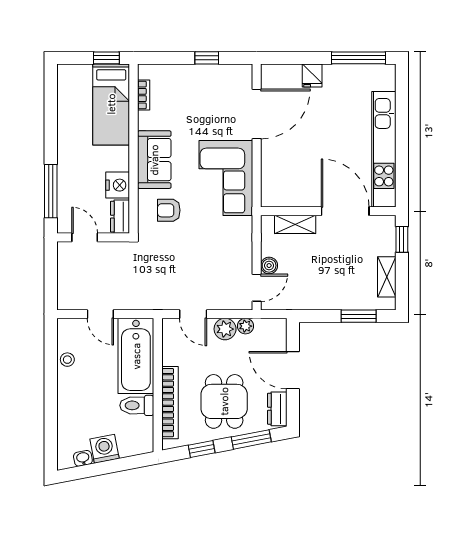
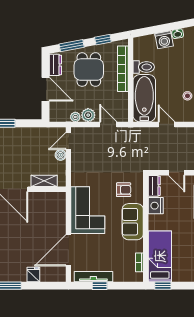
tv unit: (217, 72) -> (93, 277), added

